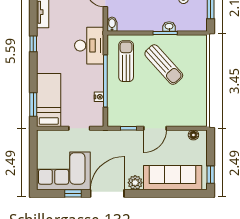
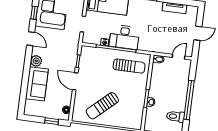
desk: (89, 46) -> (124, 37), moved
sun lounger: (164, 65) -> (102, 106), moved
window: (211, 175) -> (52, 121), moved
sofa: (173, 178) -> (37, 84), width x0.73
door: (107, 193) -> (31, 39), width x0.53

